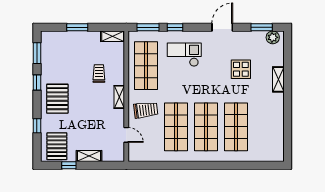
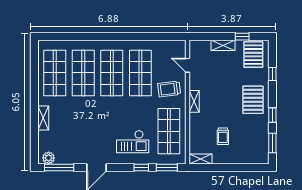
window: (77, 27) -> (234, 168), removed
window: (262, 27) -> (59, 168), width x1.44
display table: (241, 69) -> (79, 128), removed
trolley: (99, 74) -> (223, 136), moved
shop shelf: (266, 127) -> (55, 73), added

